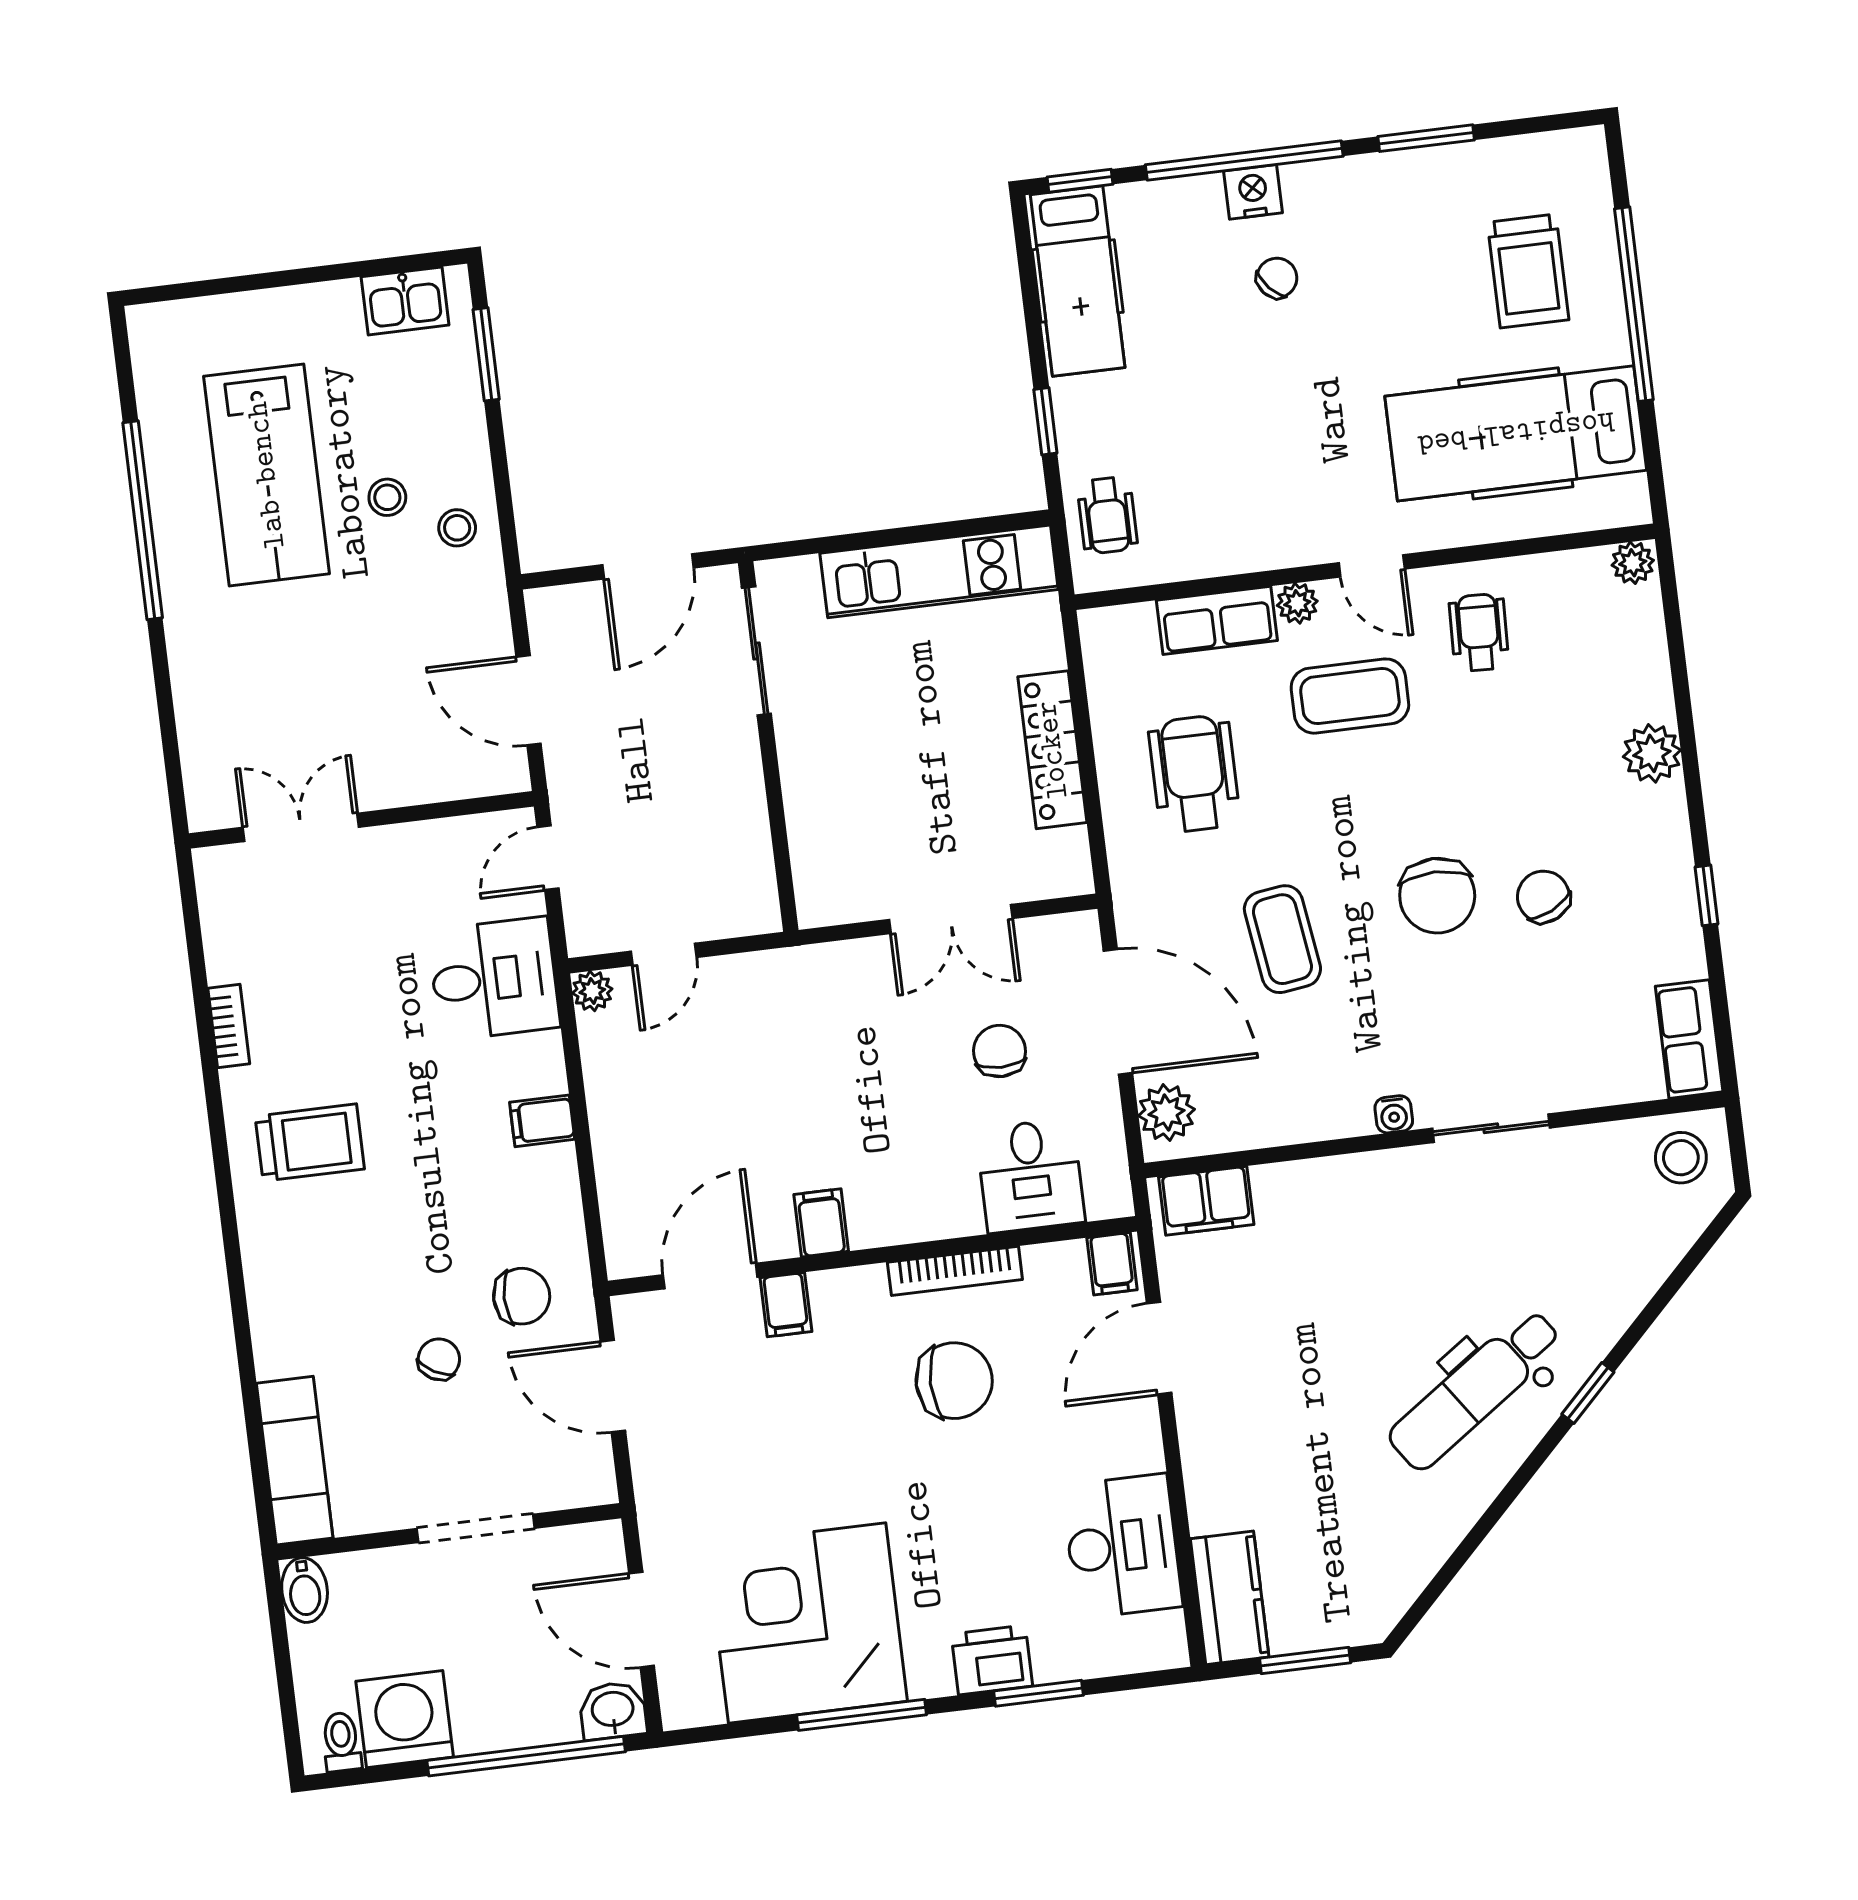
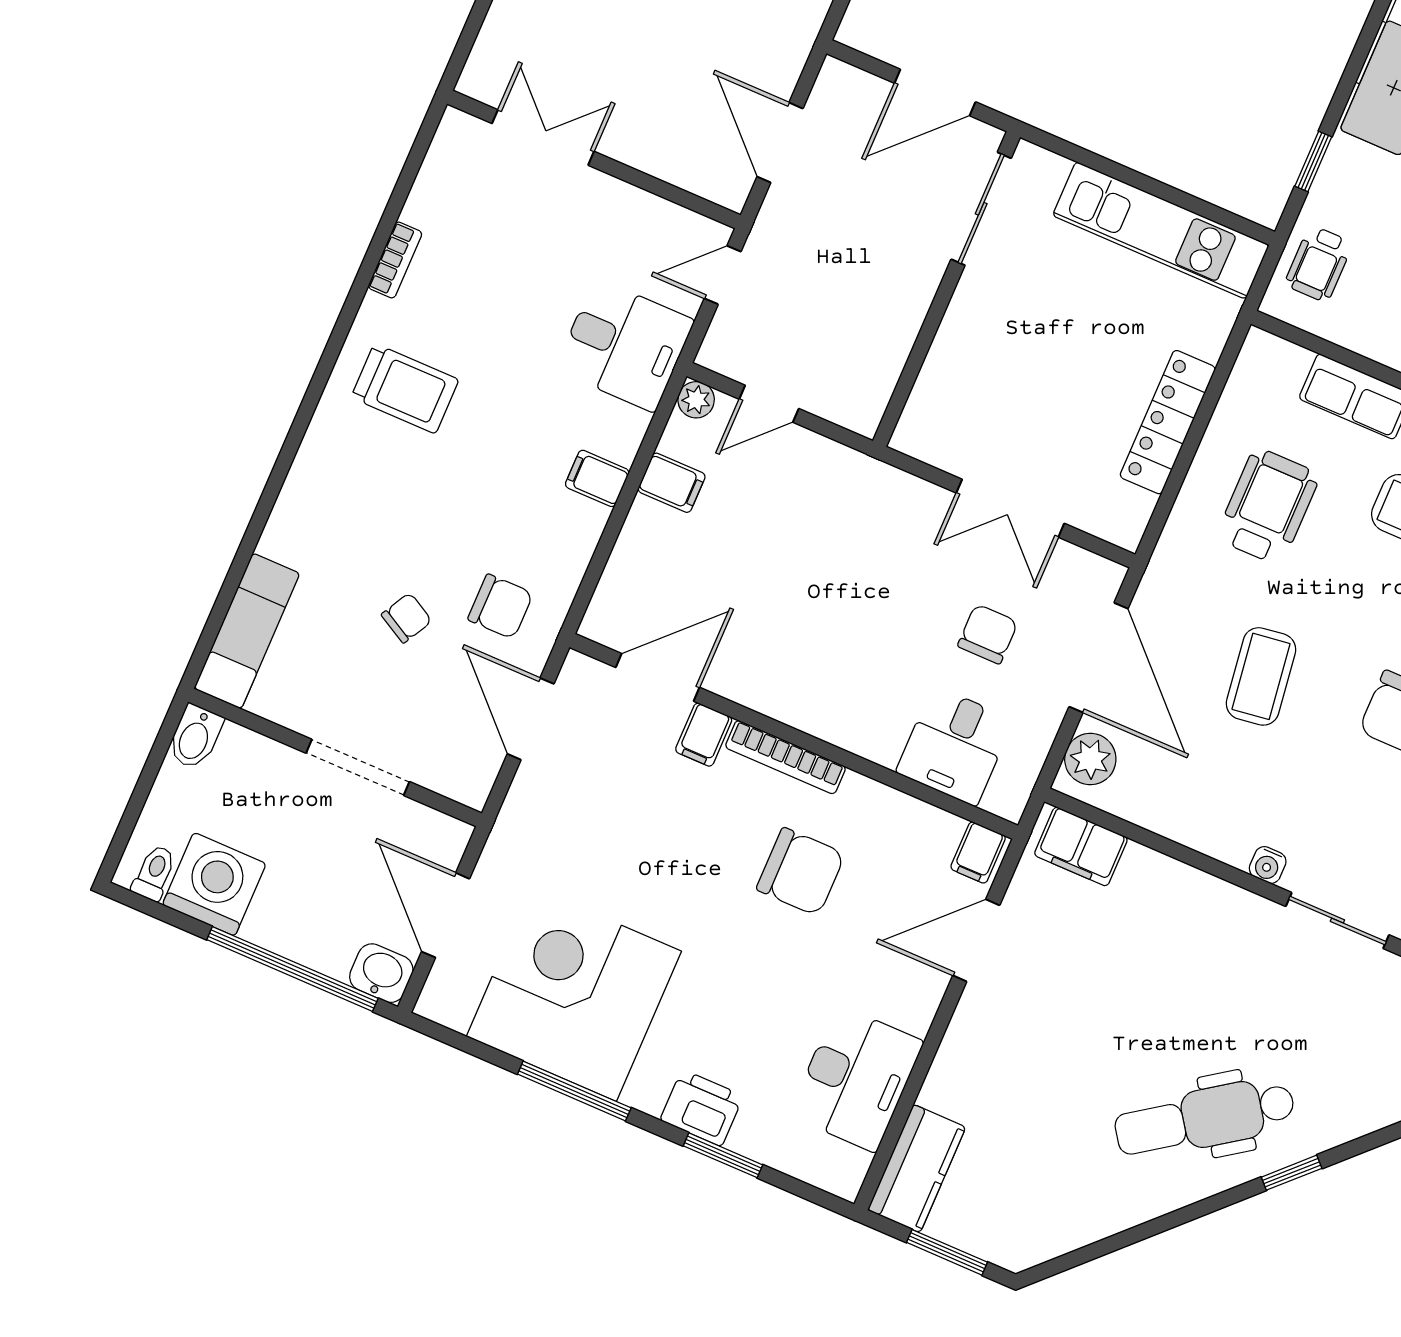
filing cabinet: (821, 1223) -> (672, 483), moved, turned 90
bookcase: (955, 1271) -> (785, 757), moved

